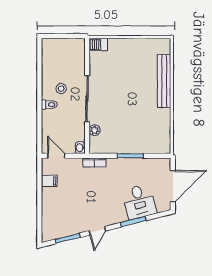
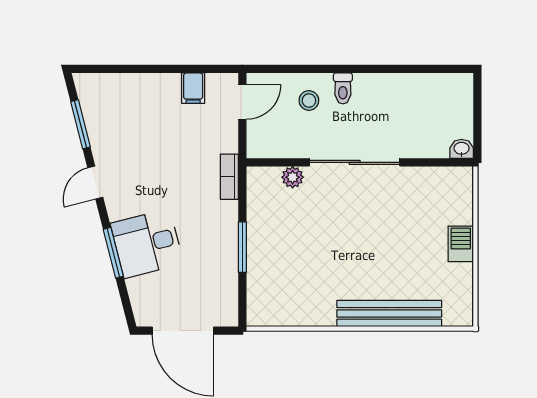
barbecue: (98, 44) -> (461, 244), moved
stool: (61, 89) -> (309, 100), moved
washbasin: (80, 148) -> (462, 149), moved
desk: (139, 202) -> (147, 243), moved
door: (97, 231) -> (95, 182), hinge flipped

